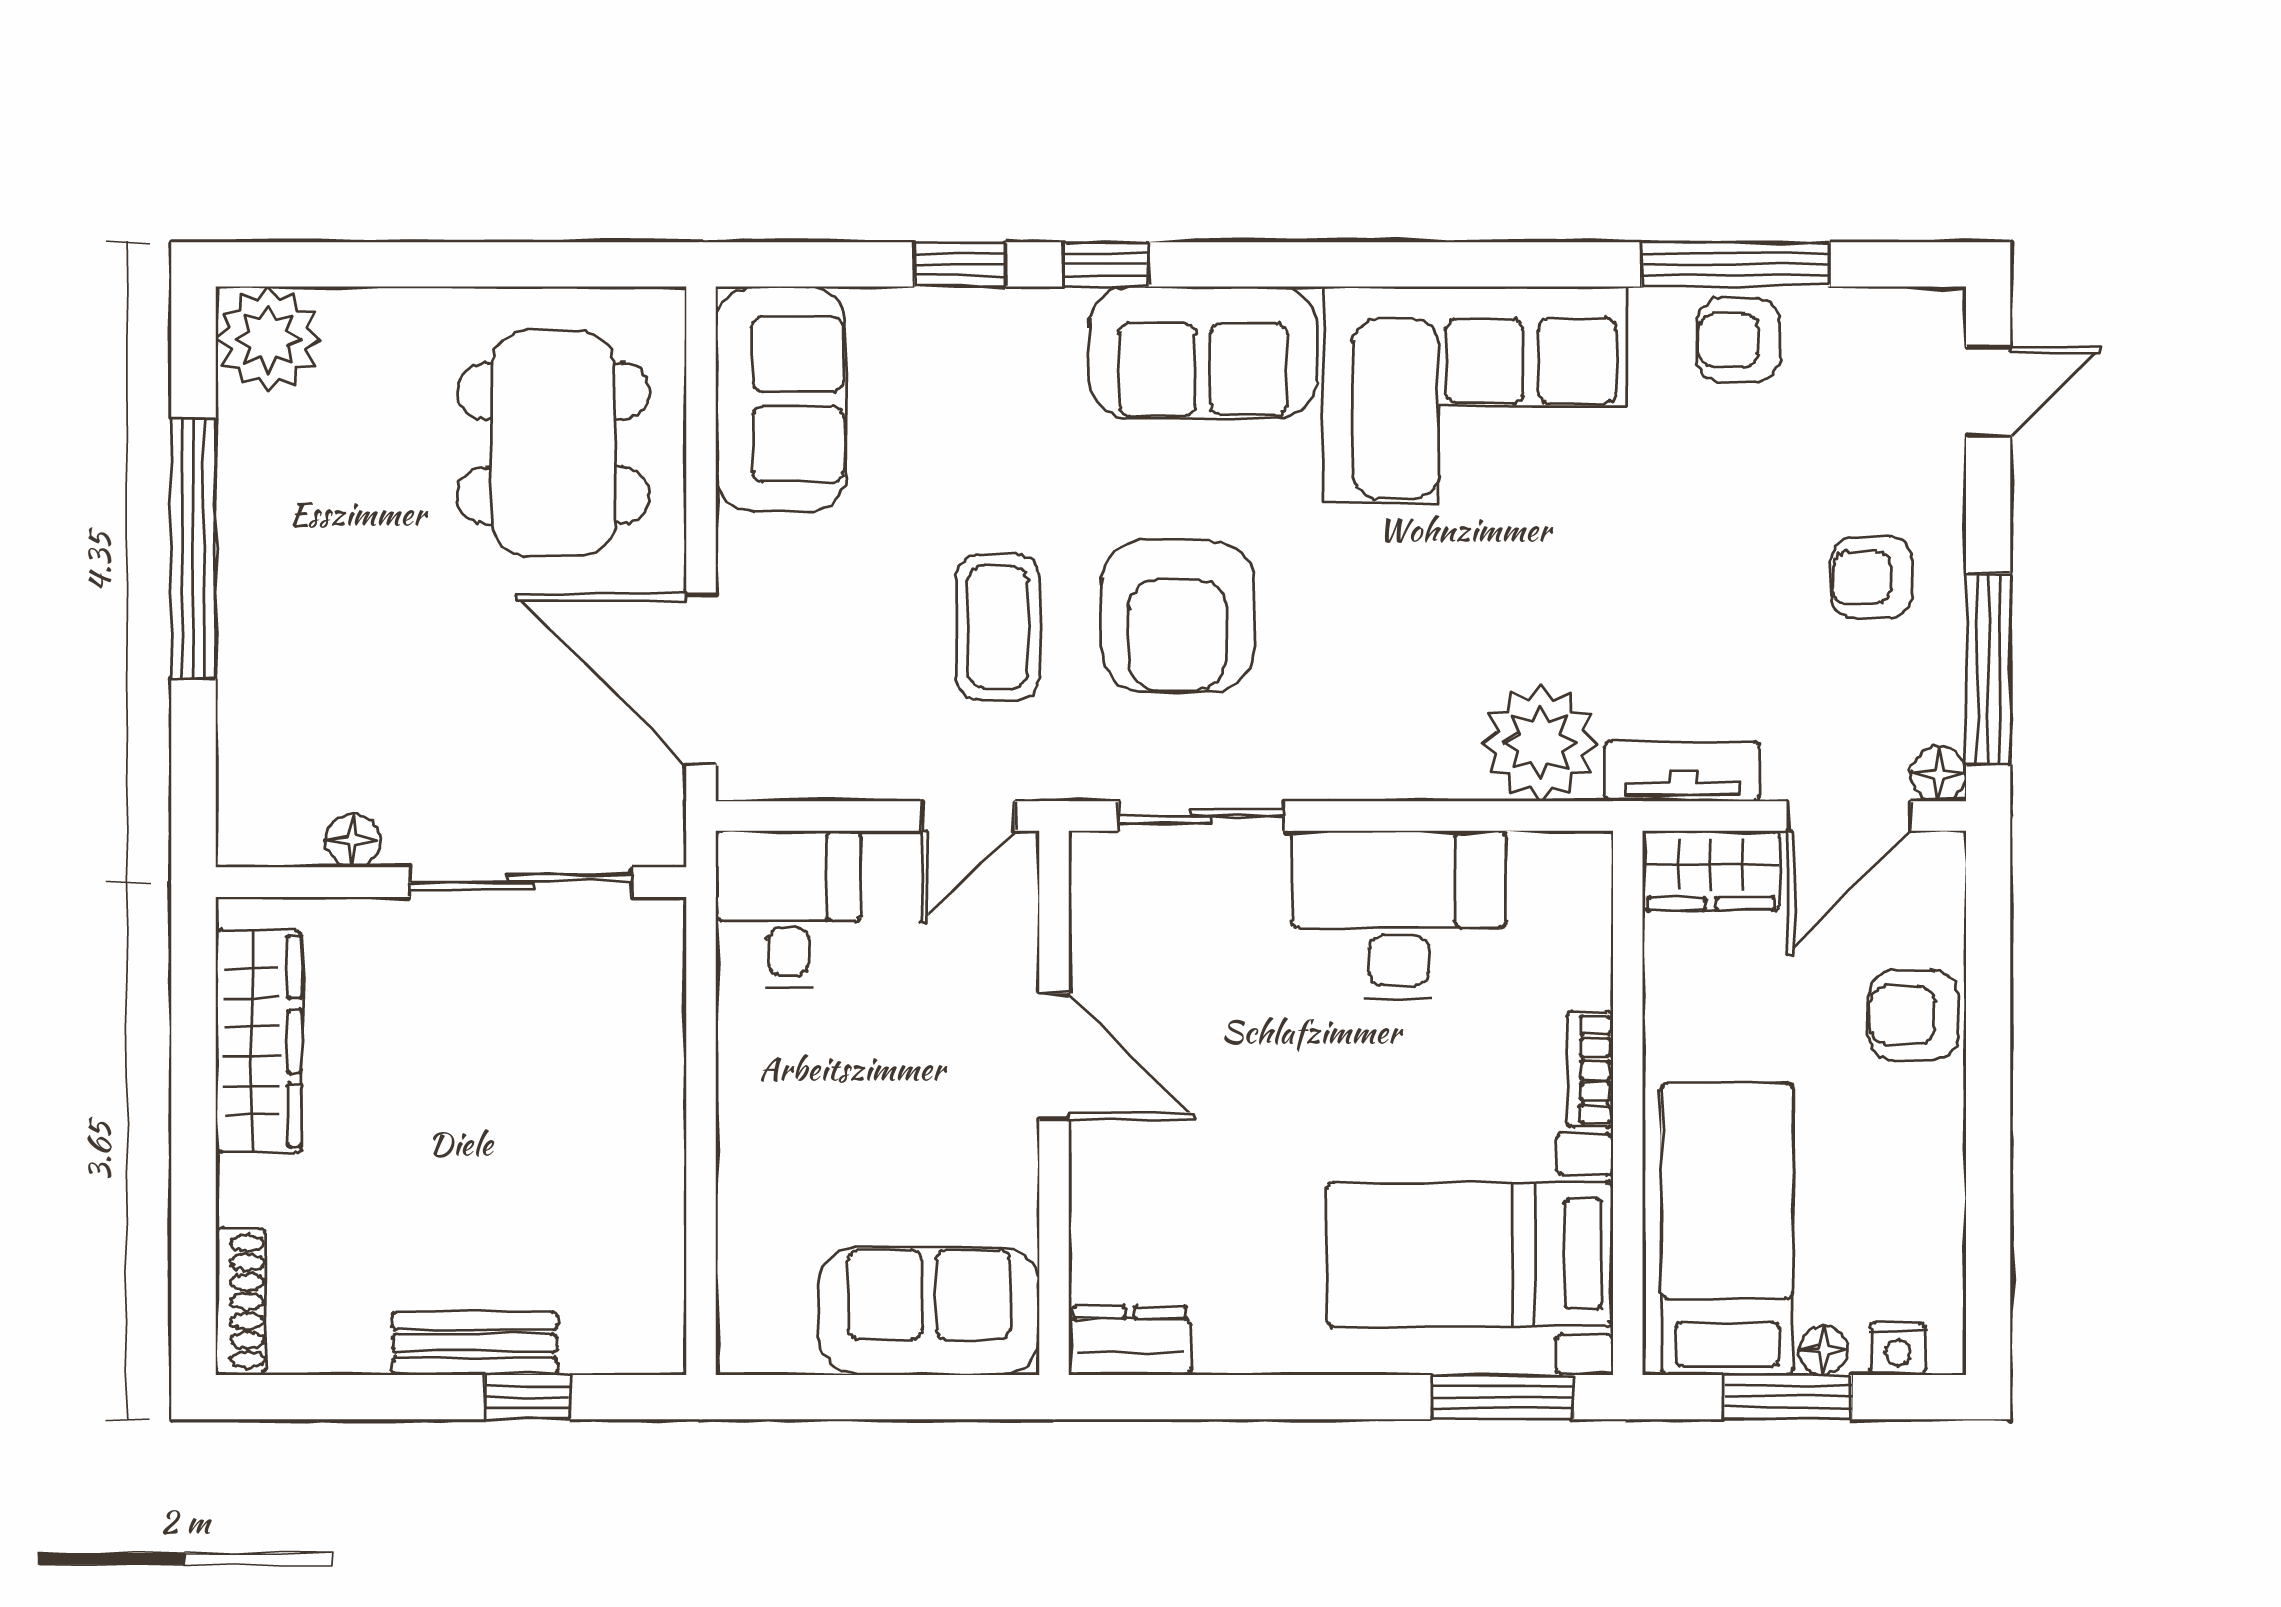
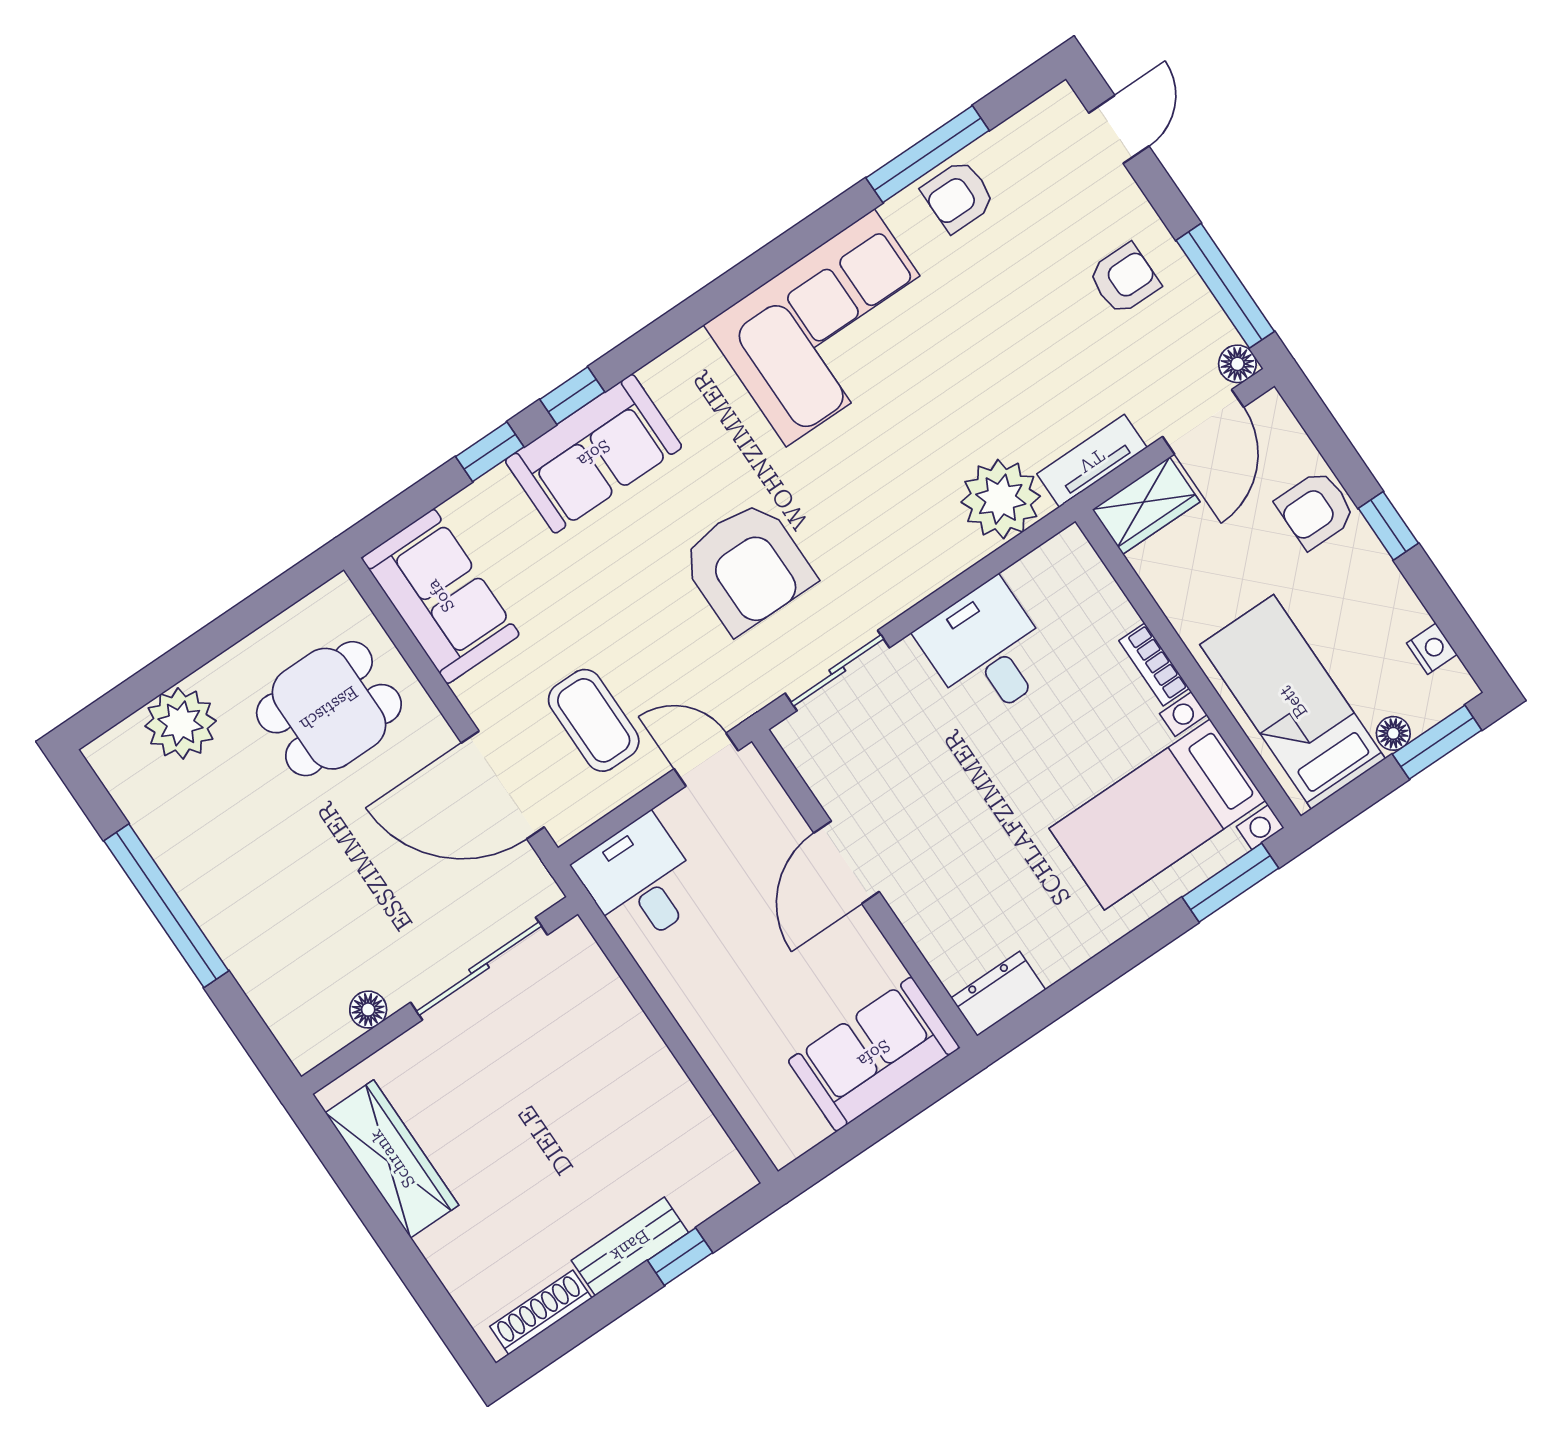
plant: (268, 339) -> (181, 723), moved
sofa: (1203, 352) -> (594, 454), moved
dining table: (553, 443) -> (329, 709), width x0.73
armchair: (1871, 578) -> (1124, 279), turned 180
coffee table: (998, 627) -> (594, 720), moved
door: (968, 816) -> (706, 760), swing flipped
desk: (1399, 915) -> (987, 650), width x0.73
door: (1054, 1056) -> (847, 862), swing flipped
window: (1988, 1095) -> (1388, 526), added
shoe rack: (241, 1301) -> (541, 1312), moved, turned -90
nightstand: (1898, 1349) -> (1432, 649), moved, turned -90
window: (1788, 1397) -> (1437, 742), moved

